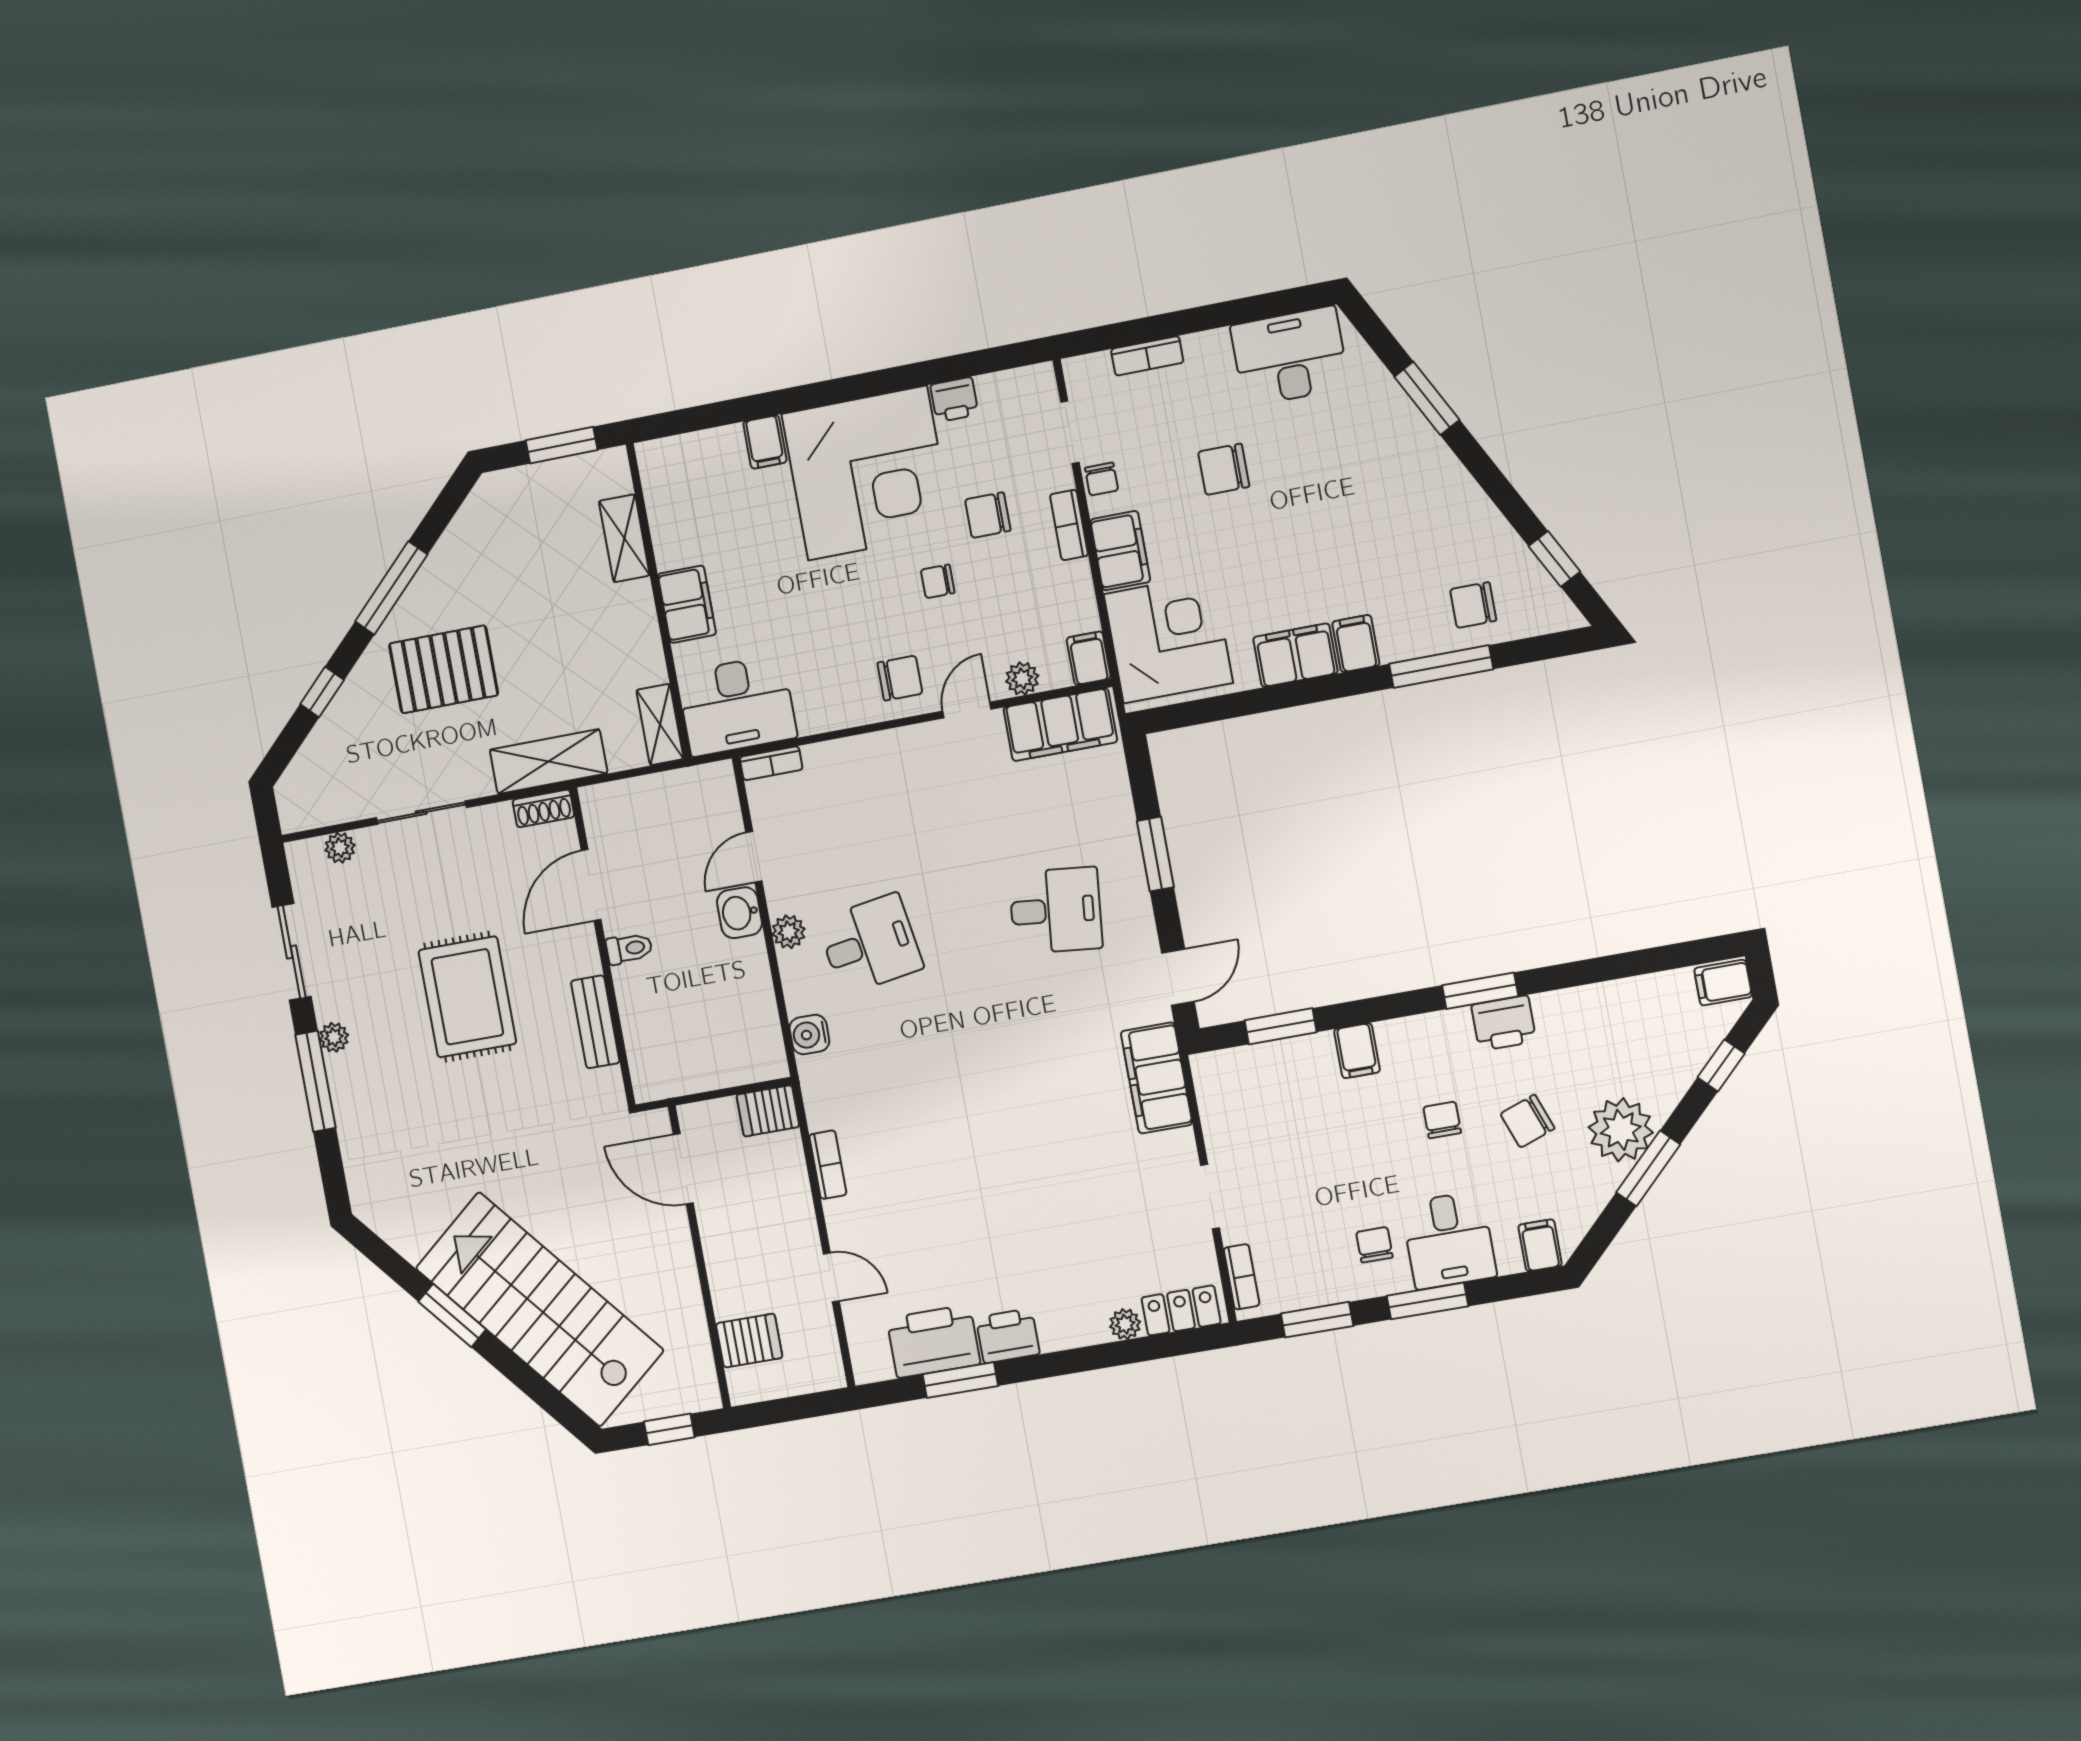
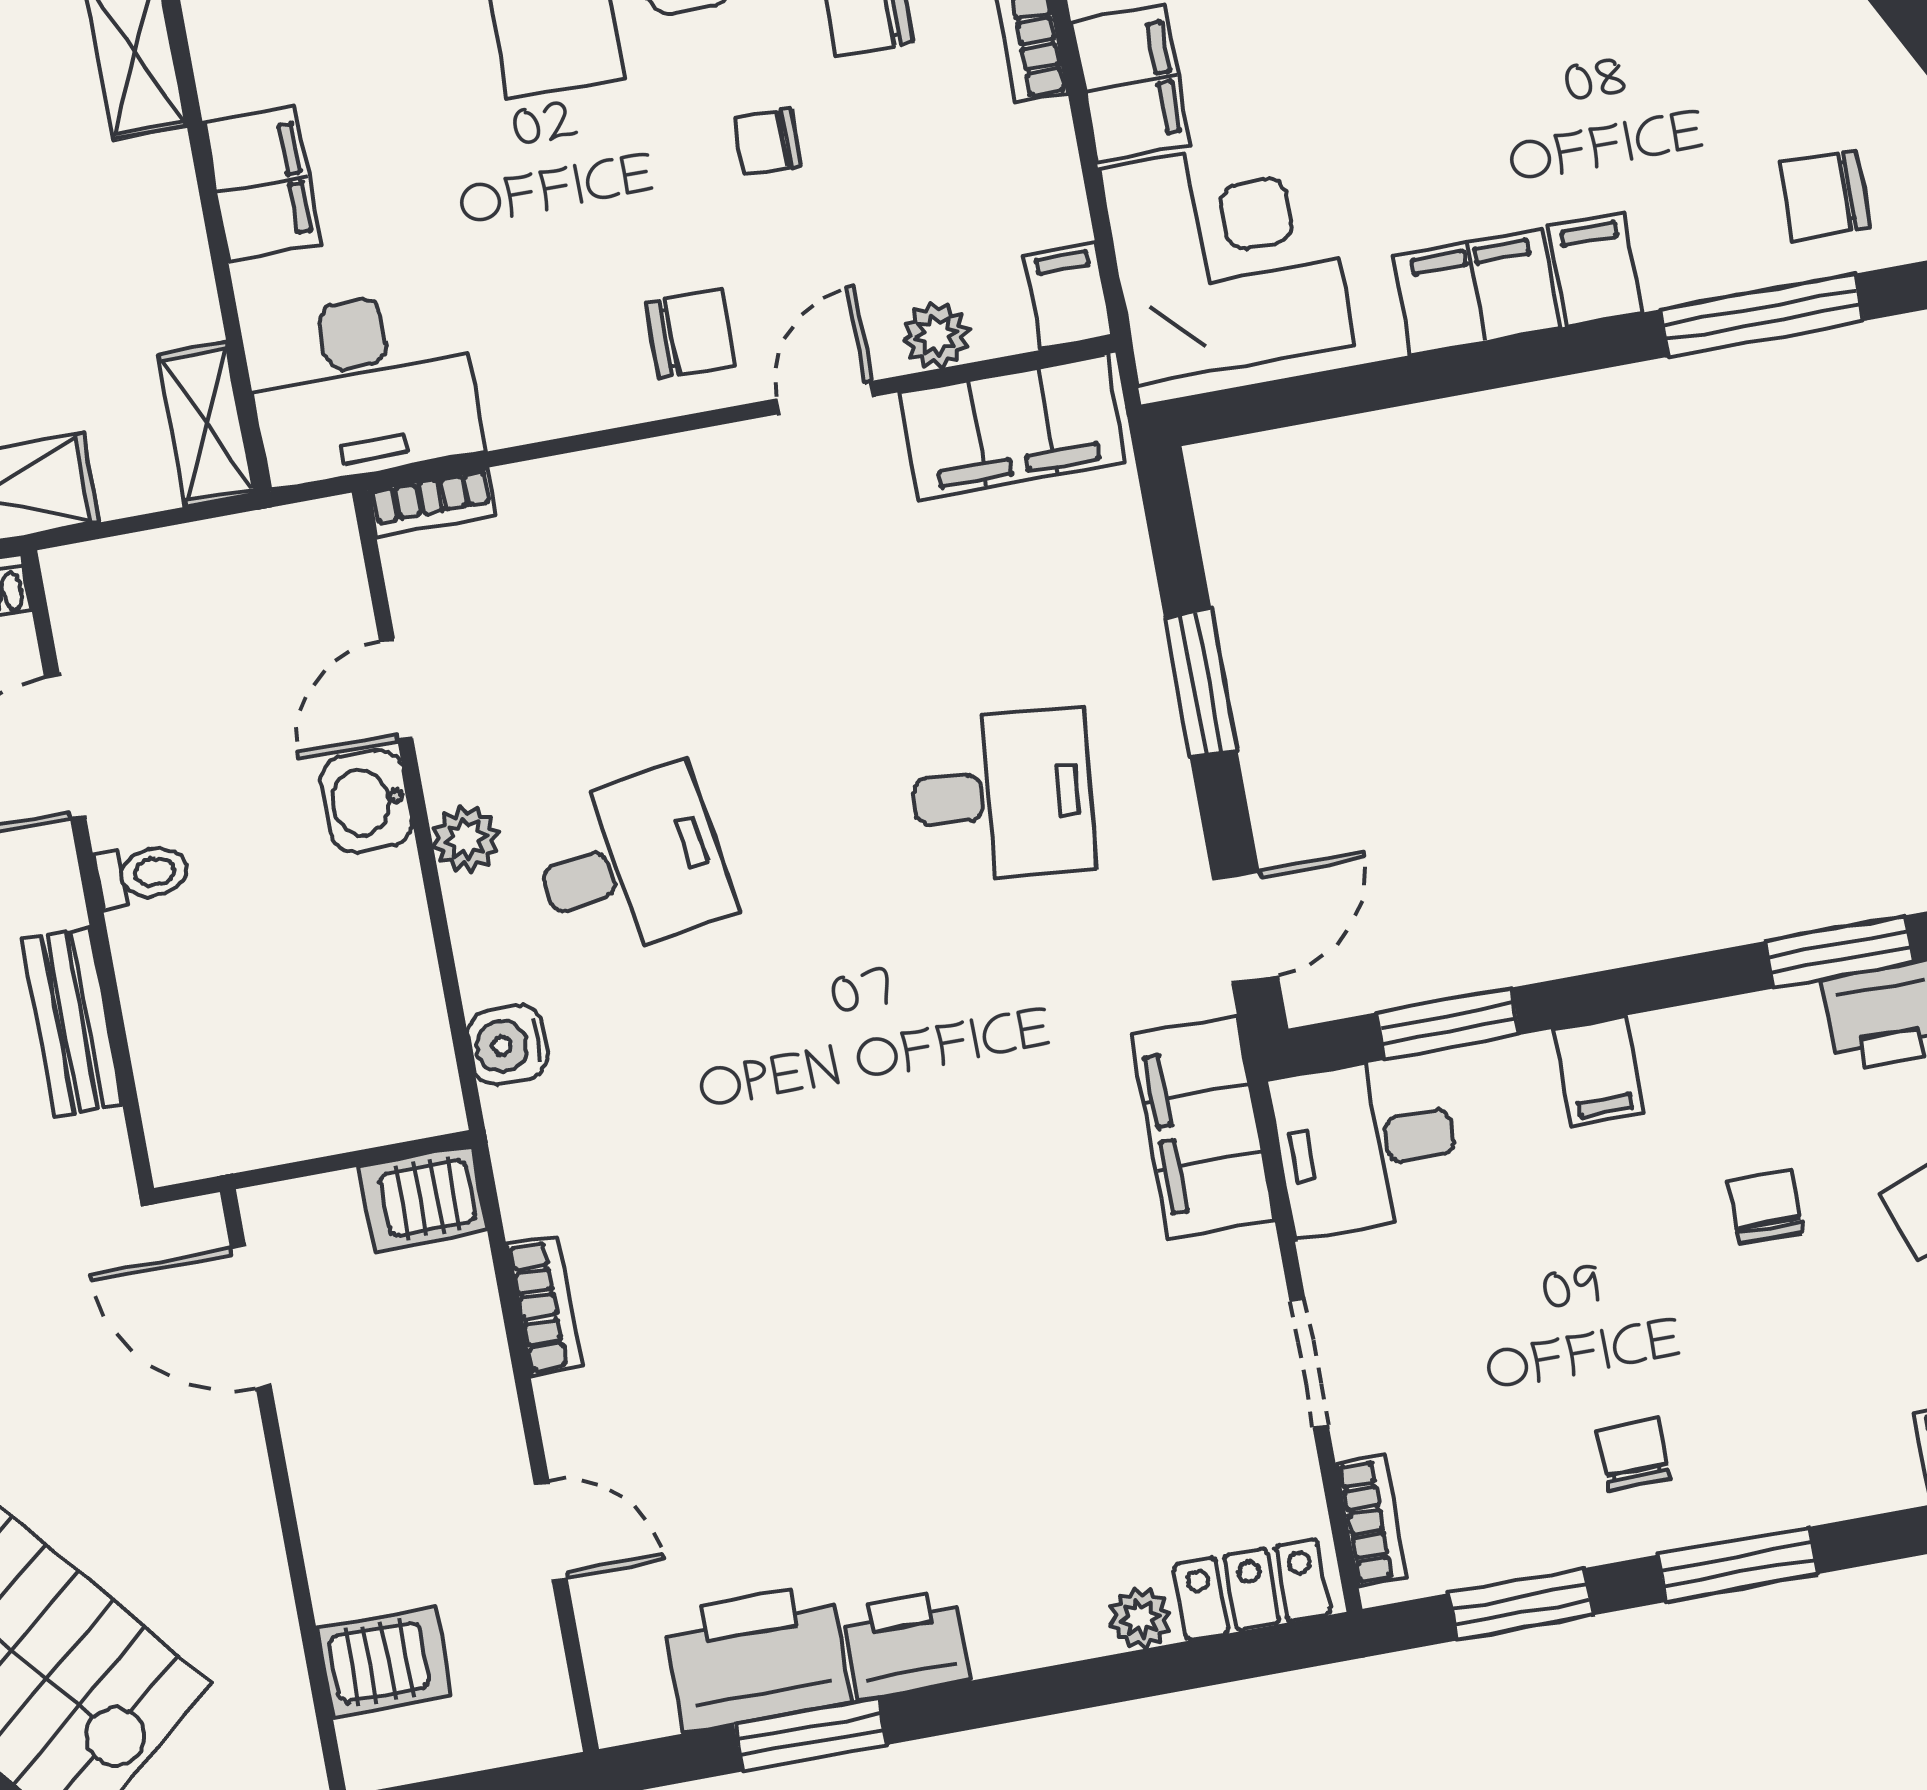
desk: (1449, 1240) -> (1366, 1145), moved, turned 90

